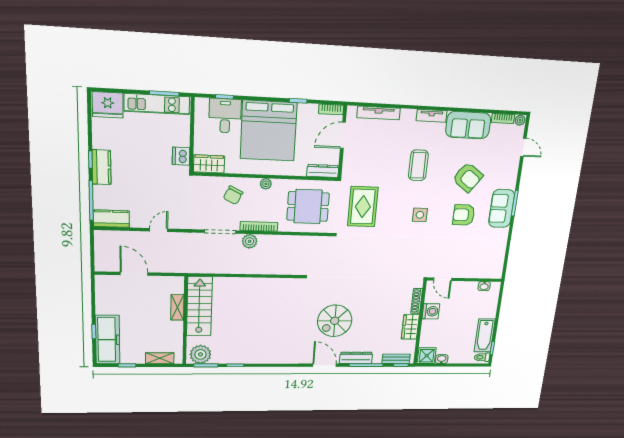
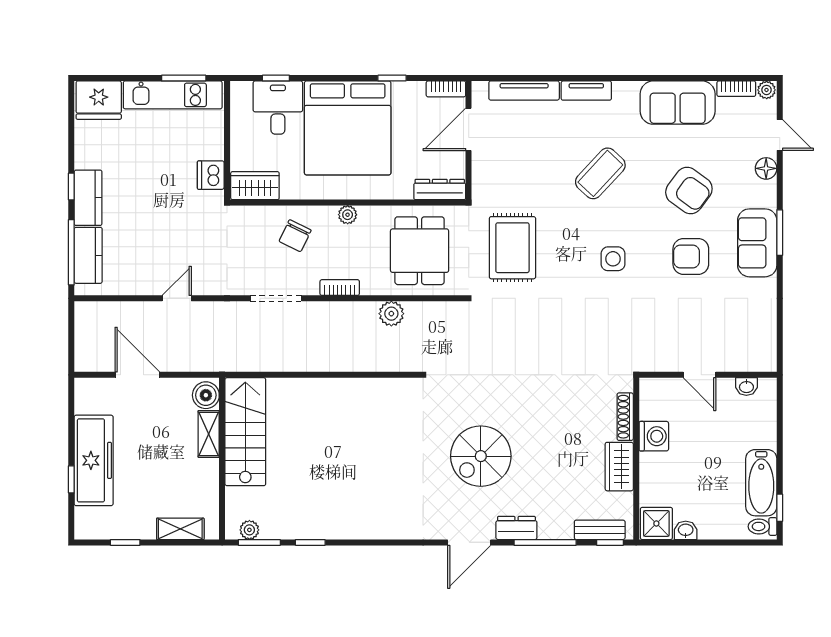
tv unit: (432, 116) -> (586, 91), moved
coffee table: (418, 165) -> (600, 173), turned 43
floor lamp: (513, 166) -> (766, 168), added
dining table: (308, 207) -> (420, 251), turned 90
kitchen counter: (111, 219) -> (88, 255), moved, turned 90
bookcase: (259, 226) -> (340, 288), width x0.64
plant: (250, 241) -> (391, 314), moved
door: (443, 279) -> (699, 375), moved
boiler: (176, 286) -> (206, 395), added
freezer: (108, 340) -> (94, 460), moved
plant: (200, 354) -> (249, 530), width x0.53, depth x0.53
dresser: (356, 358) -> (516, 528), width x0.70
door: (325, 365) -> (469, 542), swing flipped

